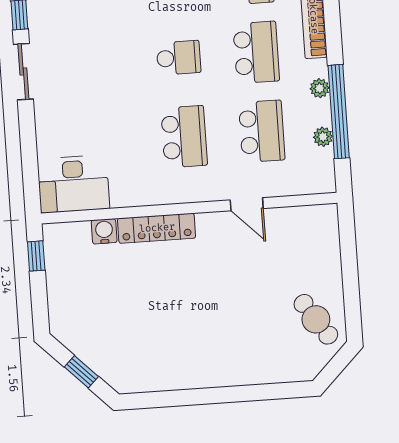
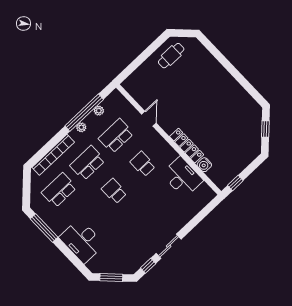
school desk: (184, 137) -> (143, 164), width x0.54
desk: (73, 184) -> (182, 177), moved
cafe table: (316, 319) -> (171, 56), turned 34

